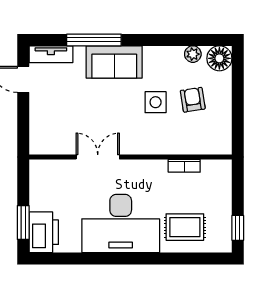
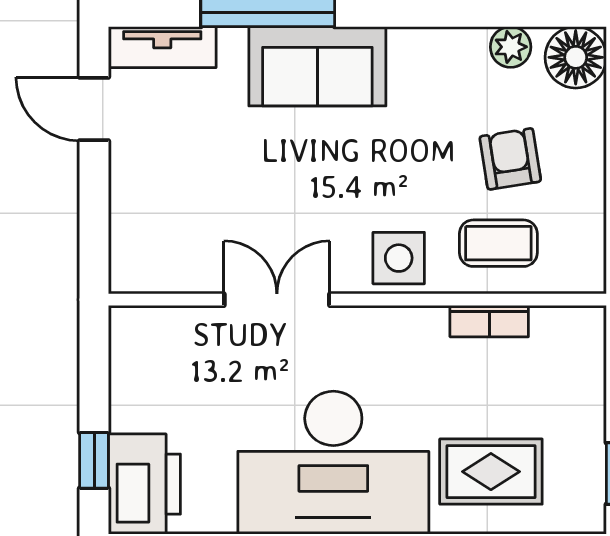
side table: (156, 102) -> (399, 258), moved
coffee table: (188, 134) -> (498, 243), added
window: (23, 222) -> (94, 460), width x0.67

